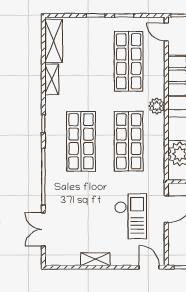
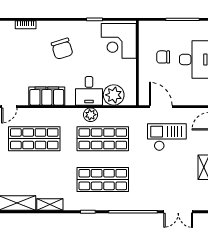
plant: (157, 106) -> (91, 115), moved

